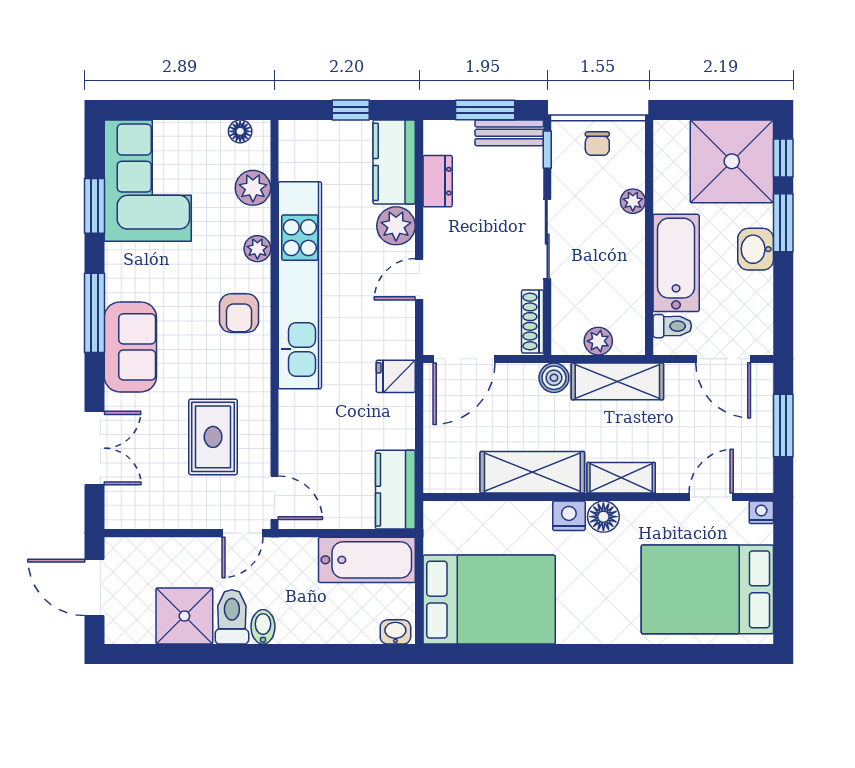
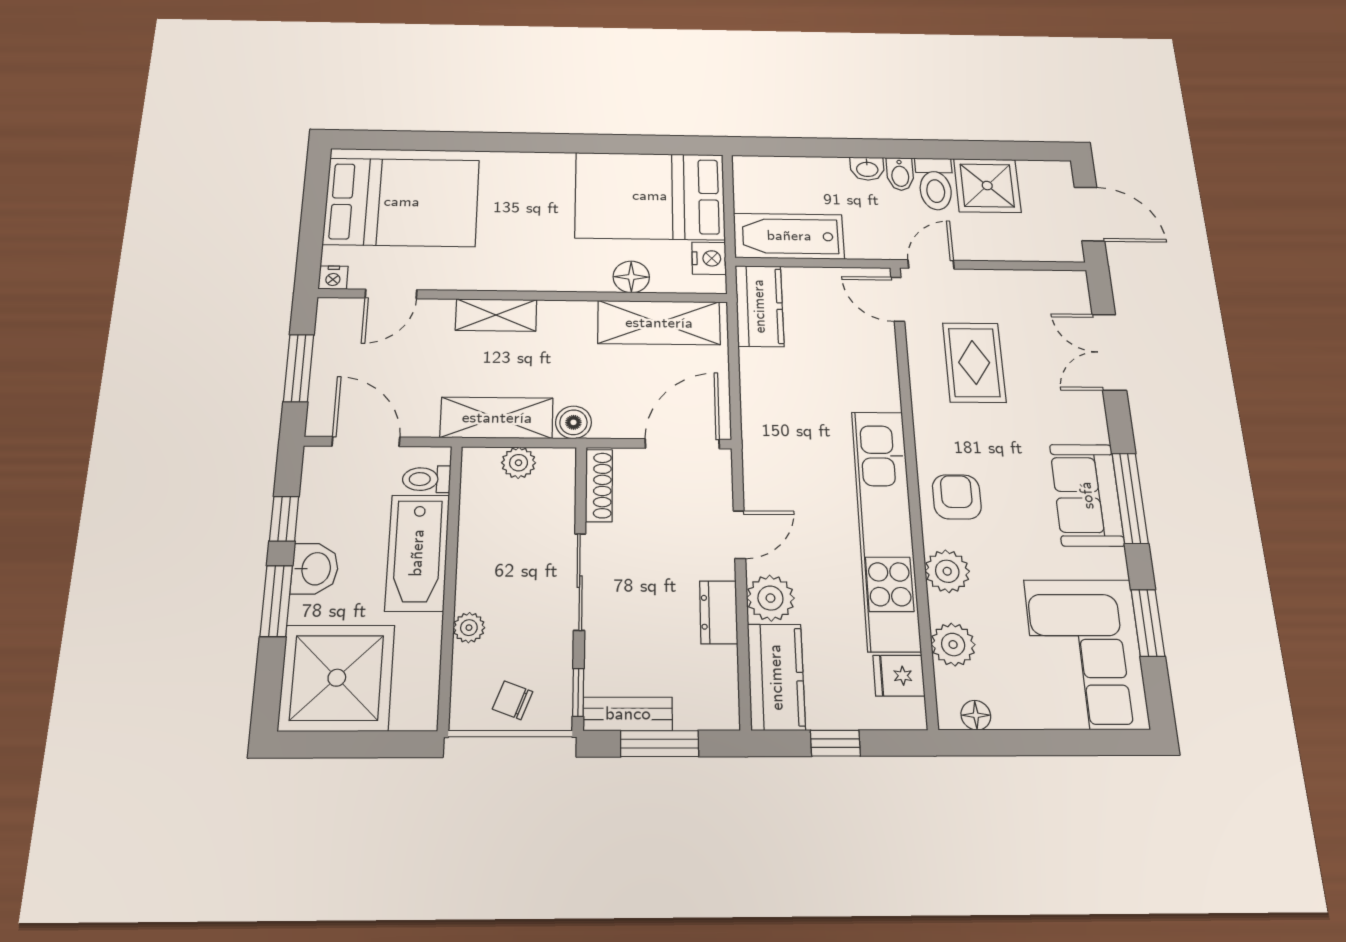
chair: (597, 144) -> (513, 700), turned -69
window: (783, 158) -> (284, 519), moved
dresser: (438, 181) -> (719, 612), moved
plant: (257, 249) -> (947, 571), width x1.38, depth x1.38
sofa: (130, 347) -> (1087, 495), moved
fridge: (396, 376) -> (899, 676), moved, turned 180
shelving: (532, 472) -> (659, 323), moved
nightstand: (569, 516) -> (709, 258), moved, turned -90
floor lamp: (603, 517) -> (631, 277), moved
washbasin: (395, 632) -> (867, 169), moved

